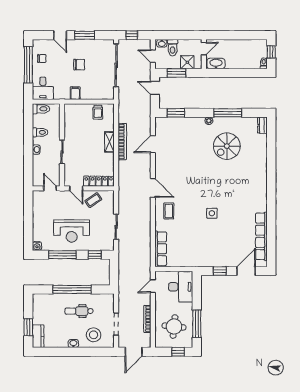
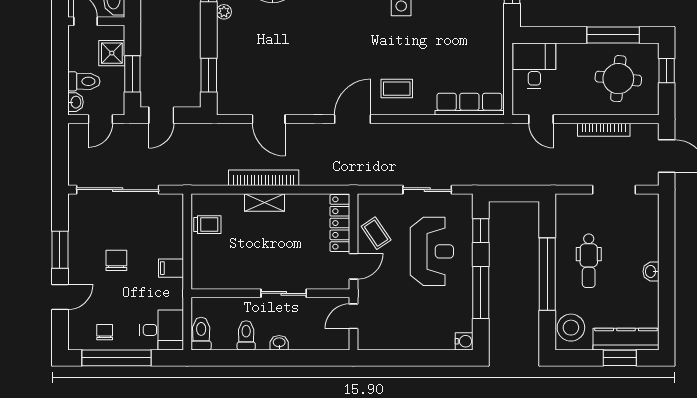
window: (132, 35) -> (60, 160), removed
reception desk: (72, 231) -> (432, 251), moved
desk: (181, 287) -> (534, 66), width x0.73
stool: (94, 335) -> (571, 328), moved
kitchen counter: (38, 336) -> (626, 339), width x1.50

